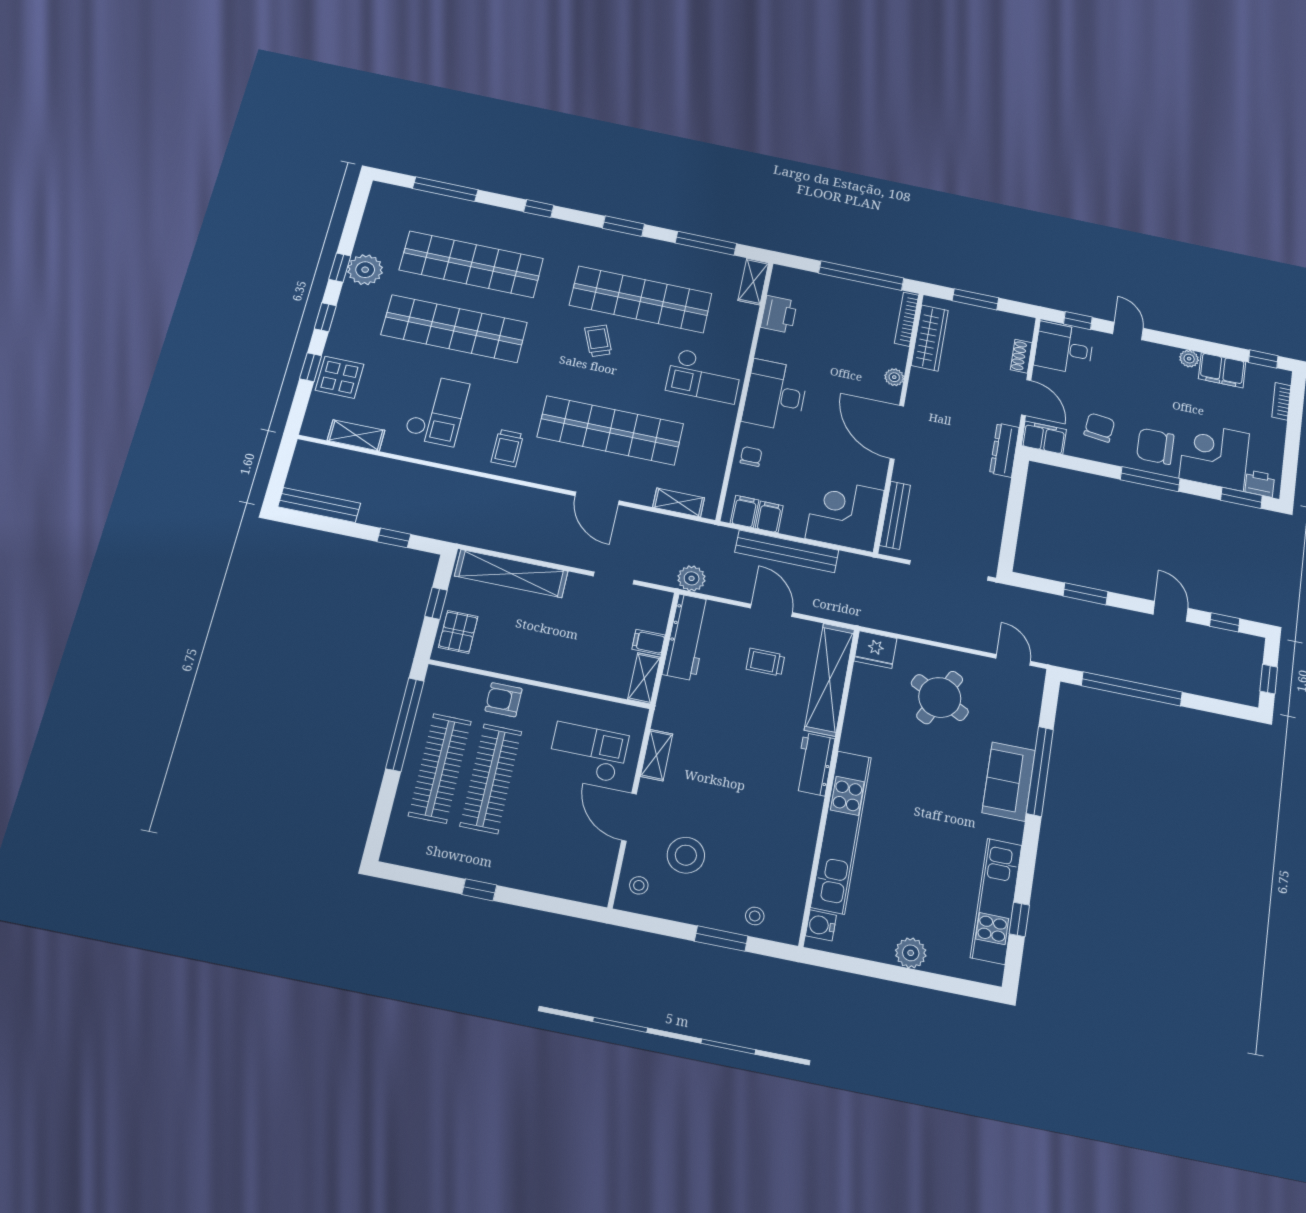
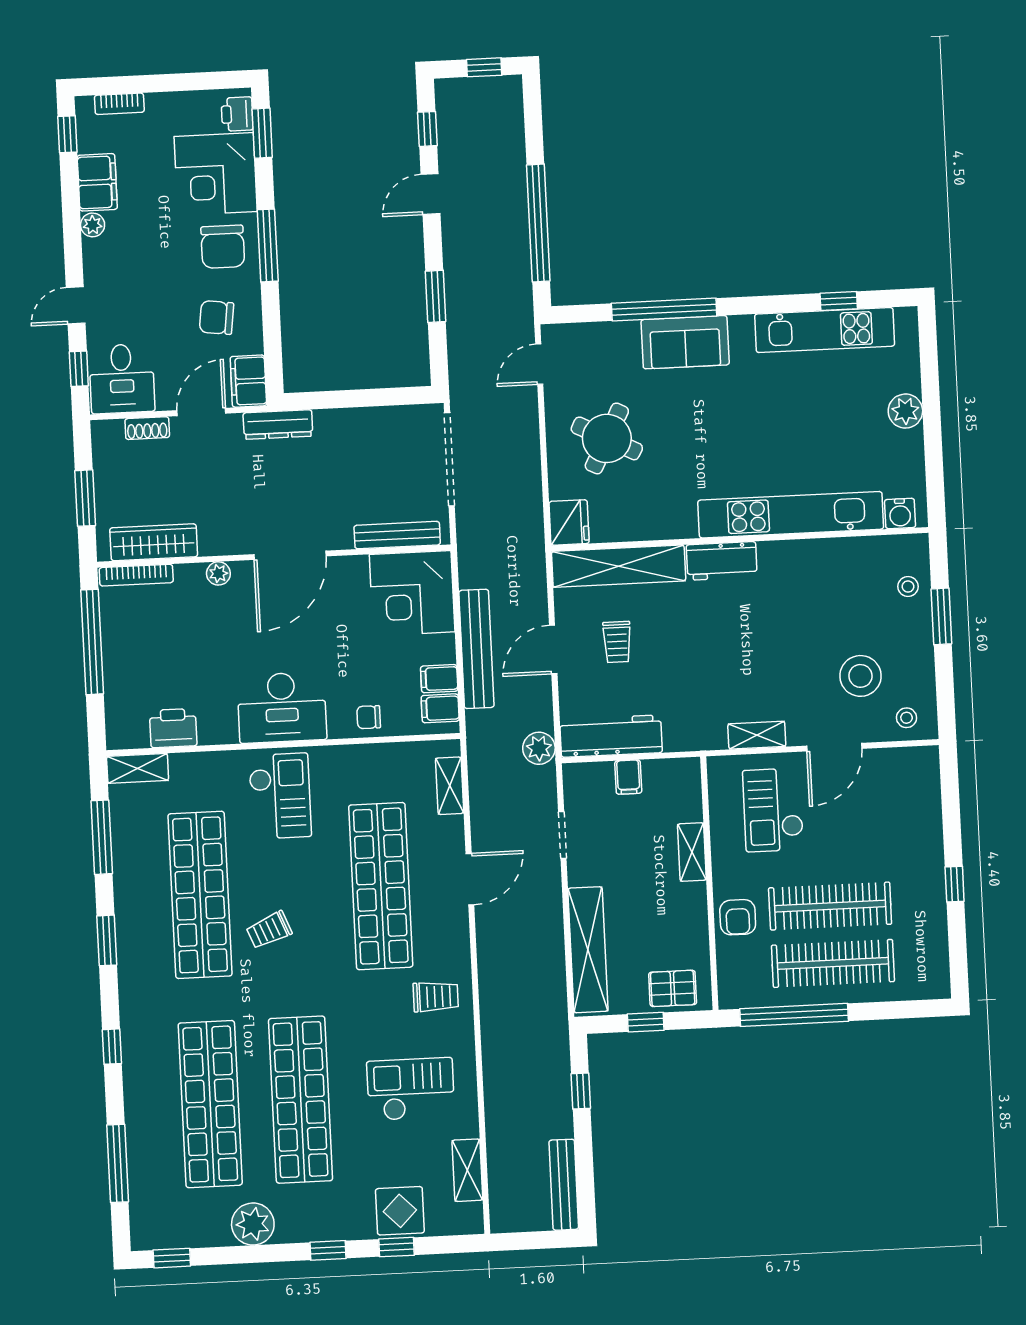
window: (340, 268) -> (172, 1258), moved
shelving: (644, 678) -> (692, 852), moved, turned 90

